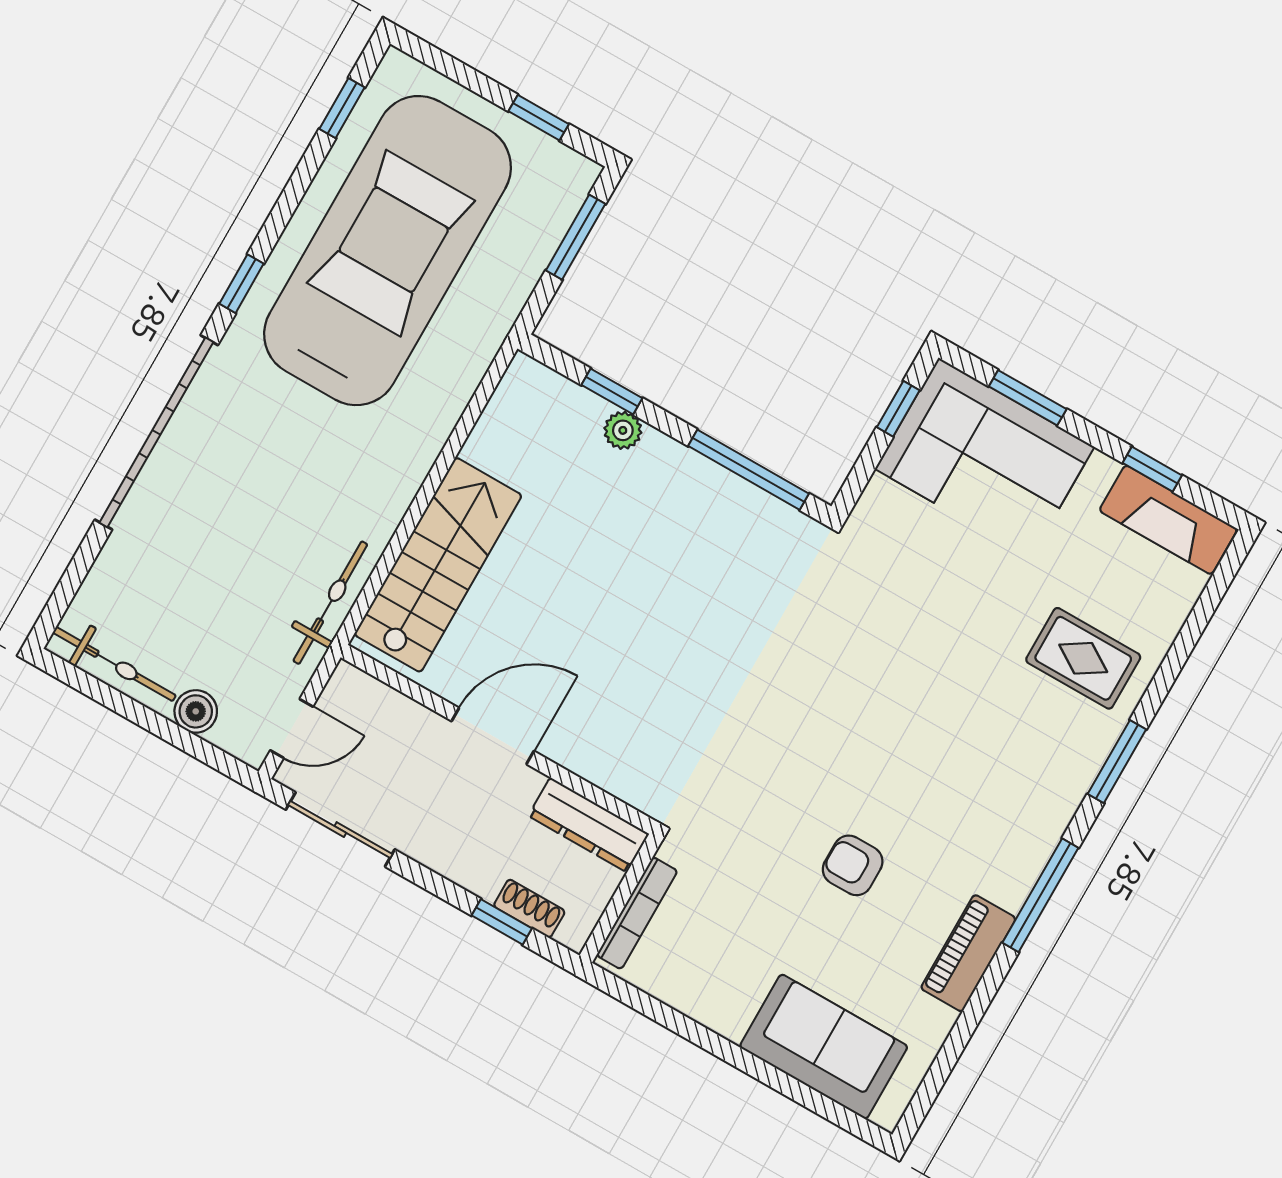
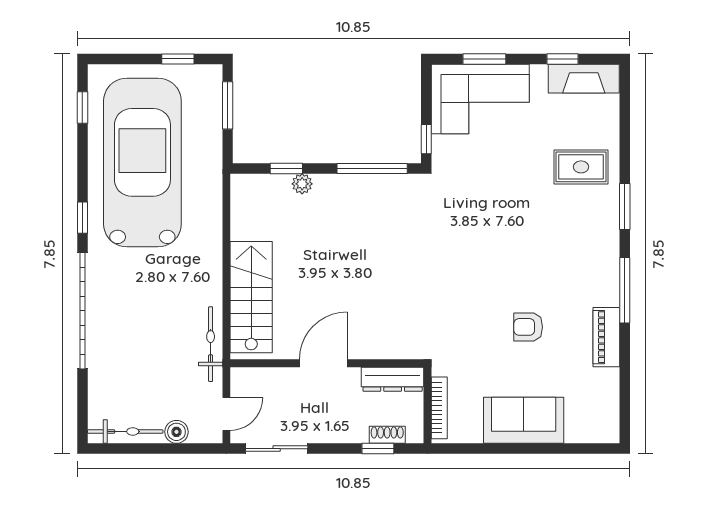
window: (898, 409) -> (426, 139), moved
sofa: (824, 1047) -> (524, 420), moved

